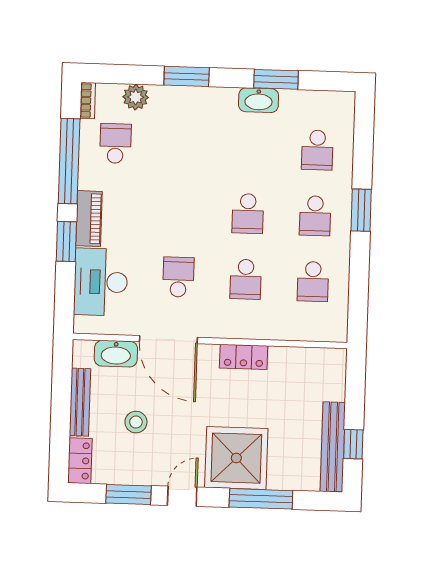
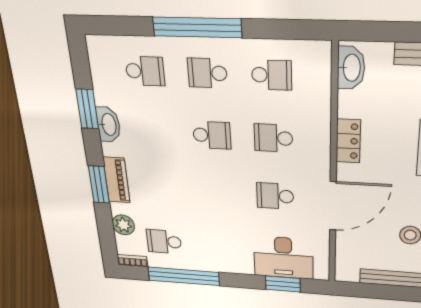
window: (361, 210) -> (197, 27), width x2.11
school desk: (315, 216) -> (207, 73), turned 180
piano: (89, 219) -> (116, 180), moved, turned 90
window: (66, 242) -> (283, 284), moved
school desk: (246, 279) -> (273, 138), turned 180
washbasin: (116, 354) -> (351, 68), moved

